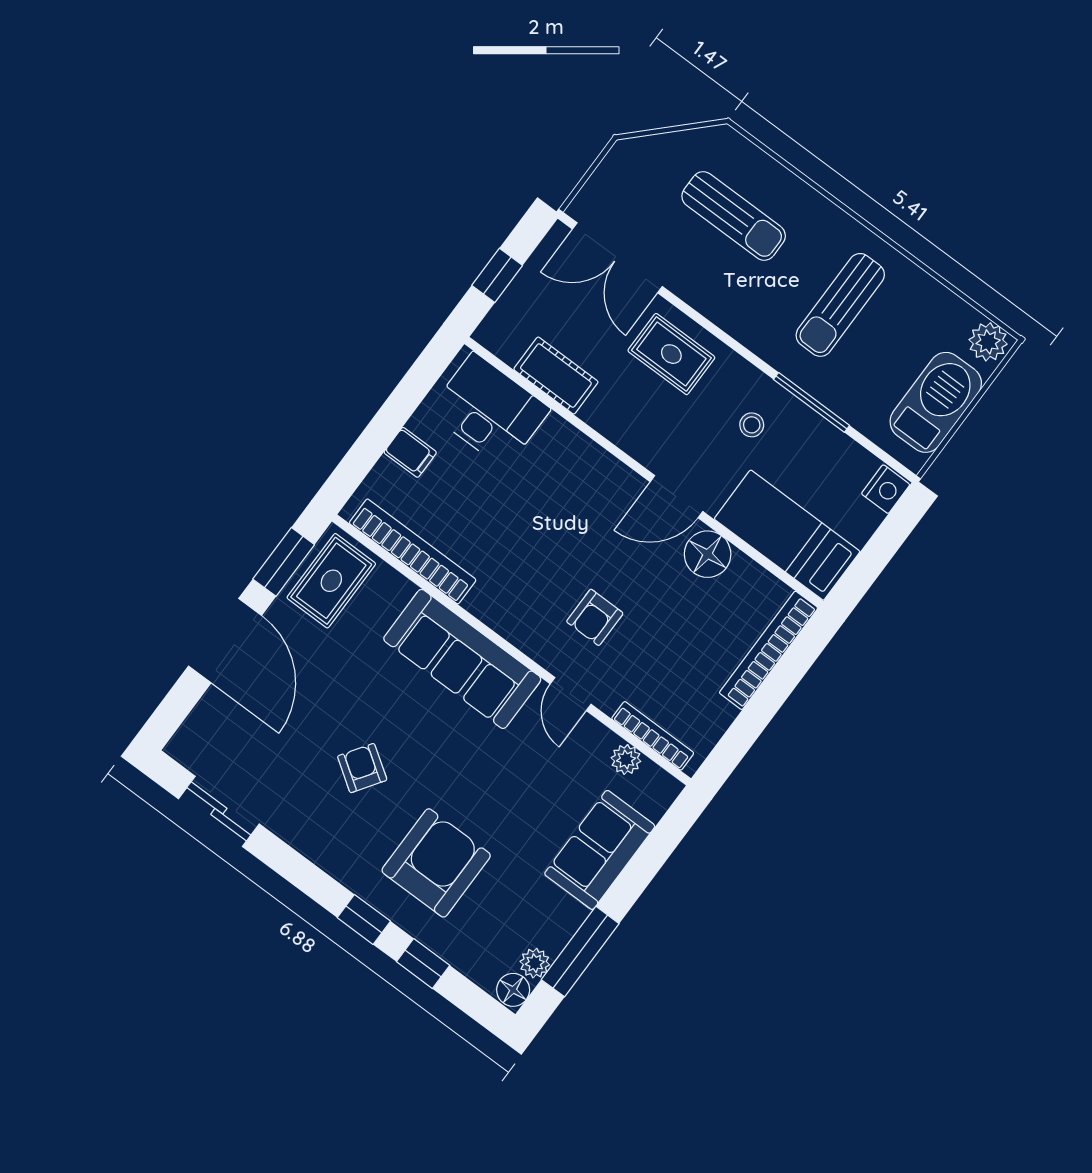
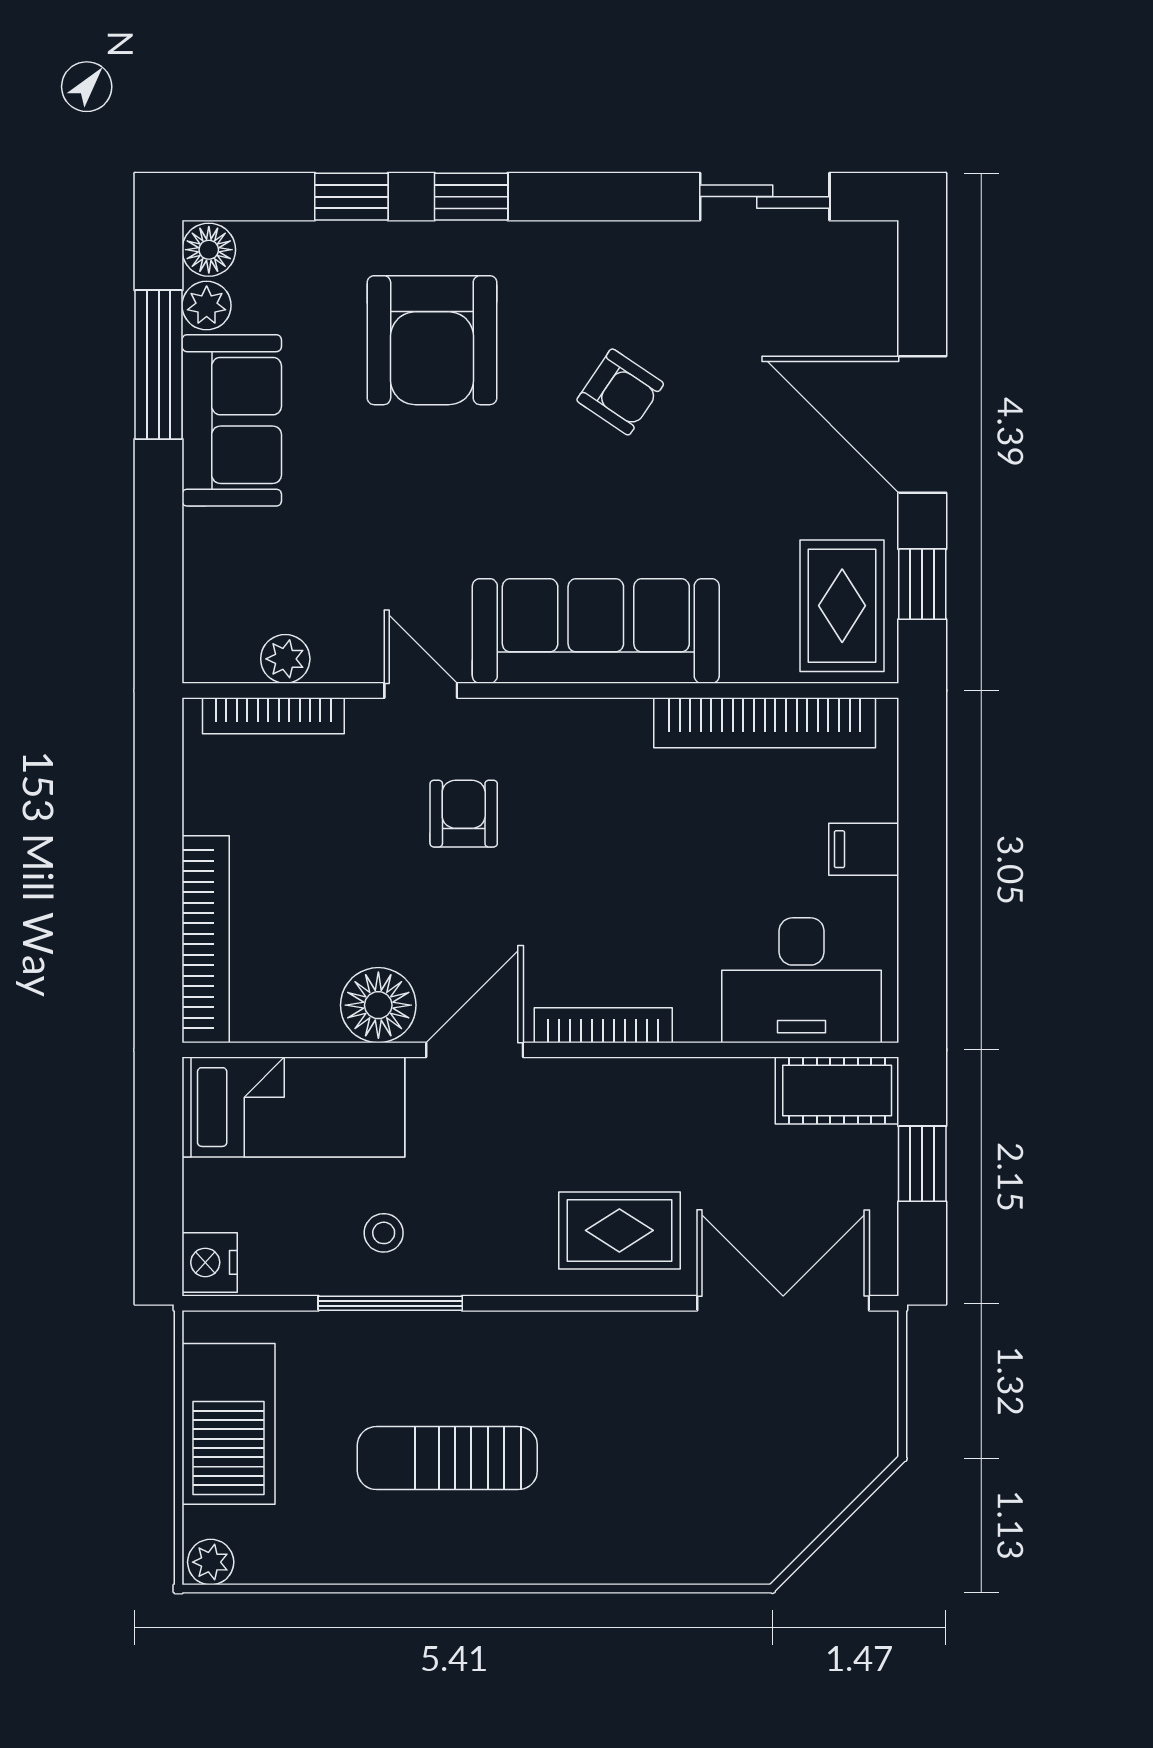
sun lounger: (734, 216) -> (672, 1470), removed
sun lounger: (840, 305) -> (447, 1458), turned -90
plant: (988, 342) -> (211, 1562), width x0.73, depth x0.73
cot: (556, 376) -> (837, 1090), moved
stool: (752, 425) -> (384, 1233), moved
bookcase: (604, 461) -> (603, 1025), added
window: (284, 562) -> (922, 584), width x0.67
sofa: (600, 850) -> (232, 420), moved

